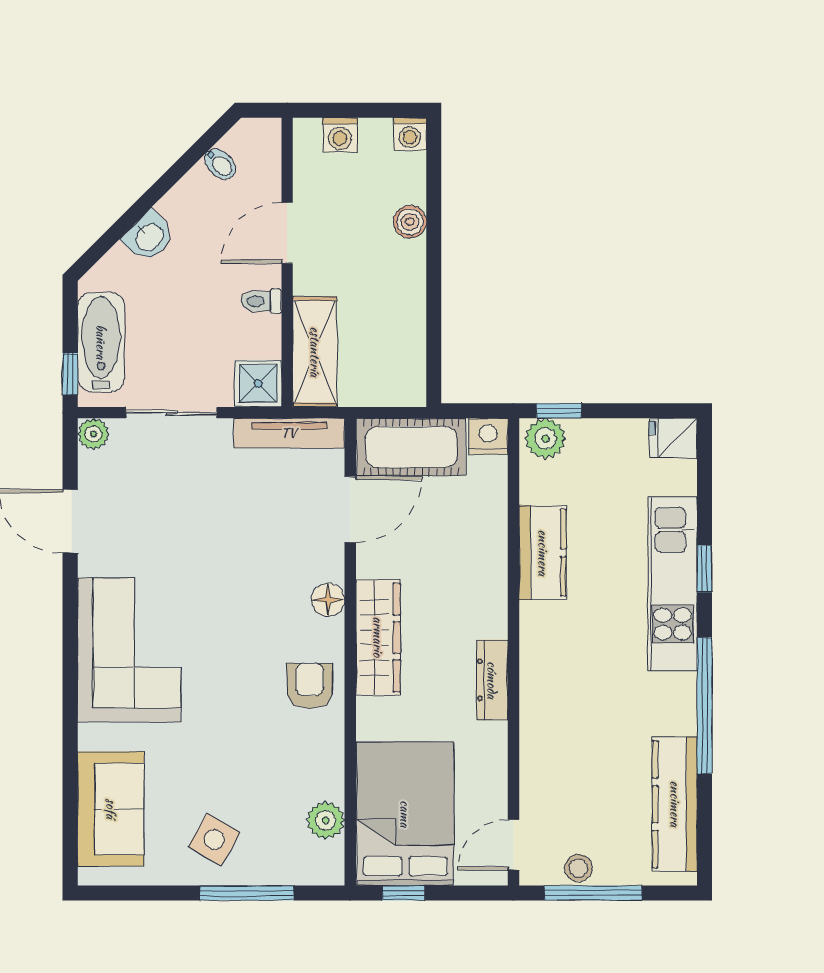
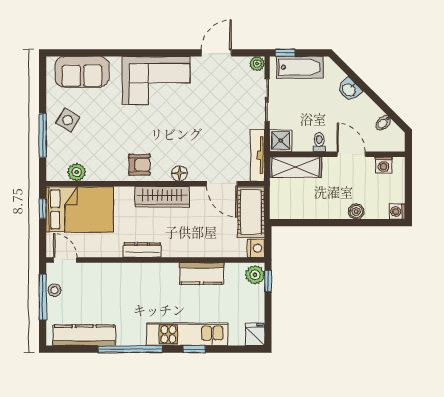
washing machine: (340, 135) -> (384, 165), moved, turned -90

